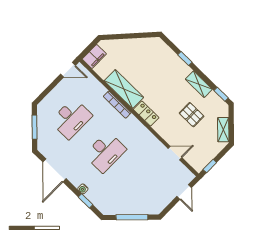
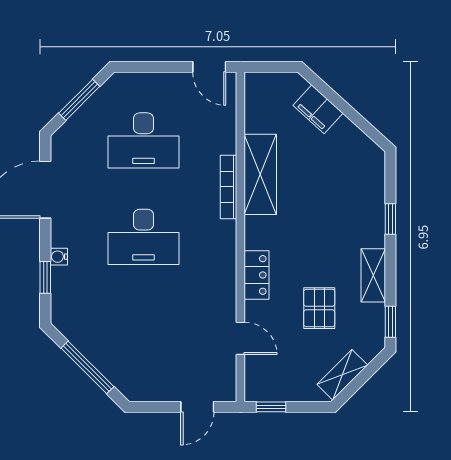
filing cabinet: (94, 56) -> (318, 109), moved, turned 42
locker: (146, 114) -> (257, 275), moved

